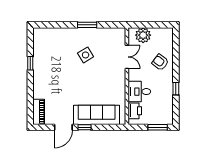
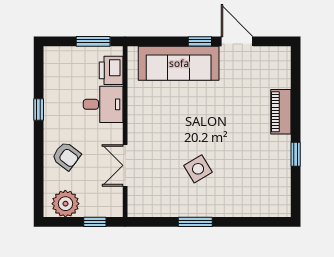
window: (144, 25) -> (95, 222), added
plant: (143, 35) -> (65, 204), moved
piano: (39, 112) -> (281, 112), moved
door: (63, 127) -> (237, 41), hinge flipped
window: (158, 127) -> (93, 41), moved

